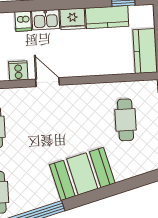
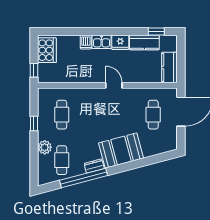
cooker: (18, 71) -> (81, 76), removed
door: (47, 82) -> (114, 85), moved
dresser: (45, 198) -> (94, 166), added

